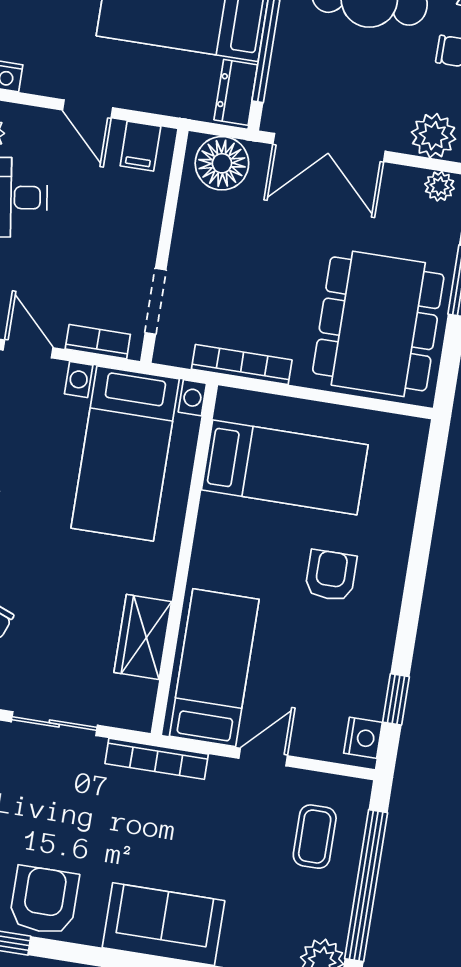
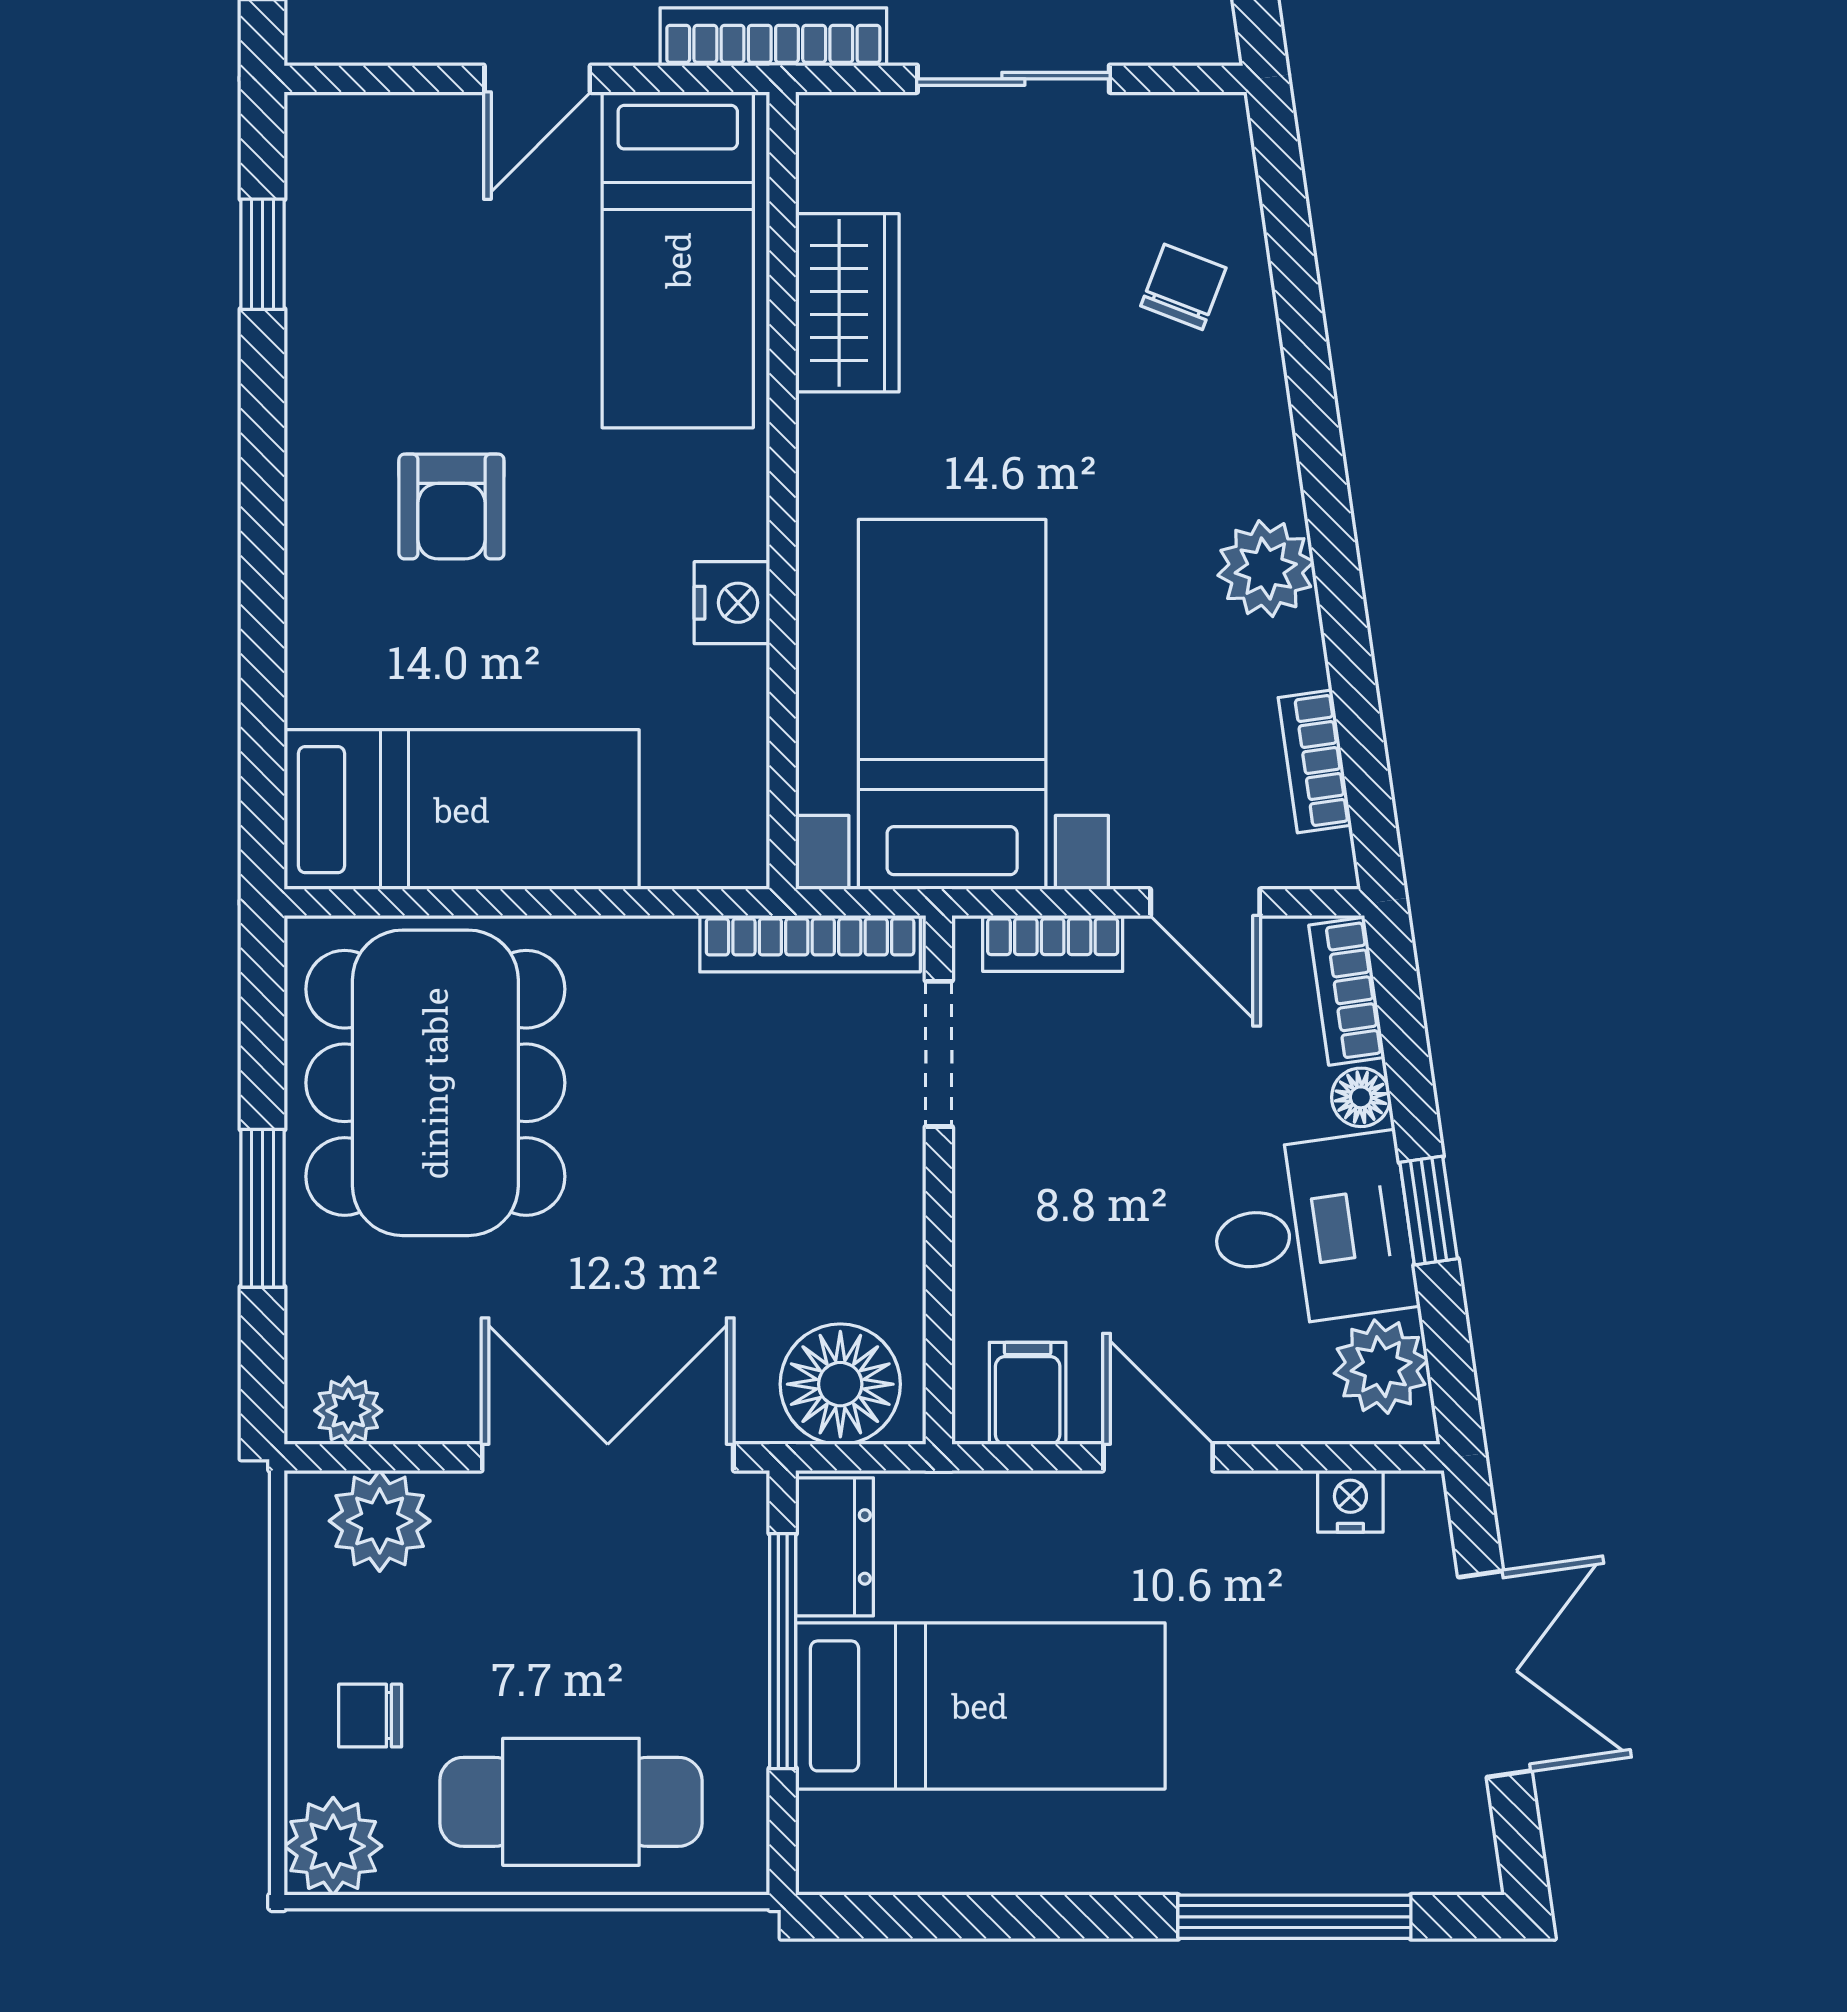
bookcase: (242, 365) -> (810, 944), moved
bed: (285, 467) -> (462, 810), moved, turned 180
nightstand: (363, 738) -> (732, 603), moved, turned 180

